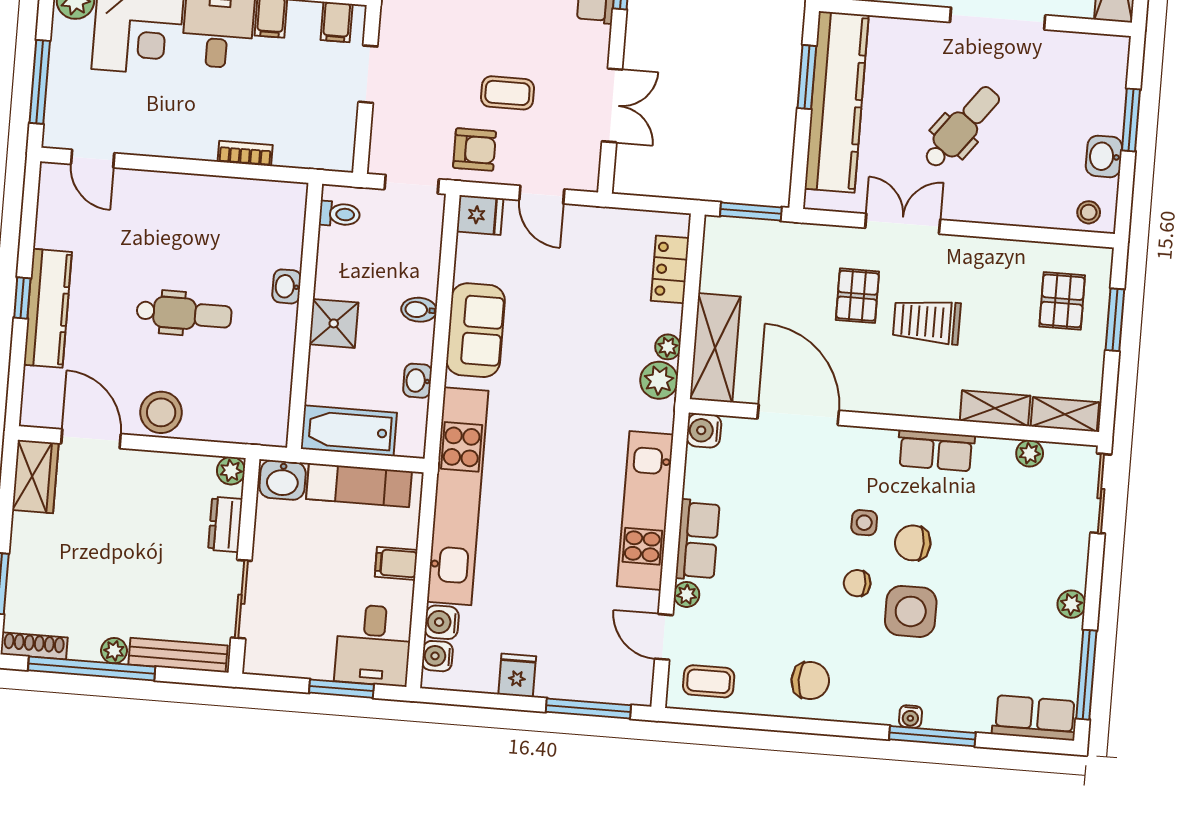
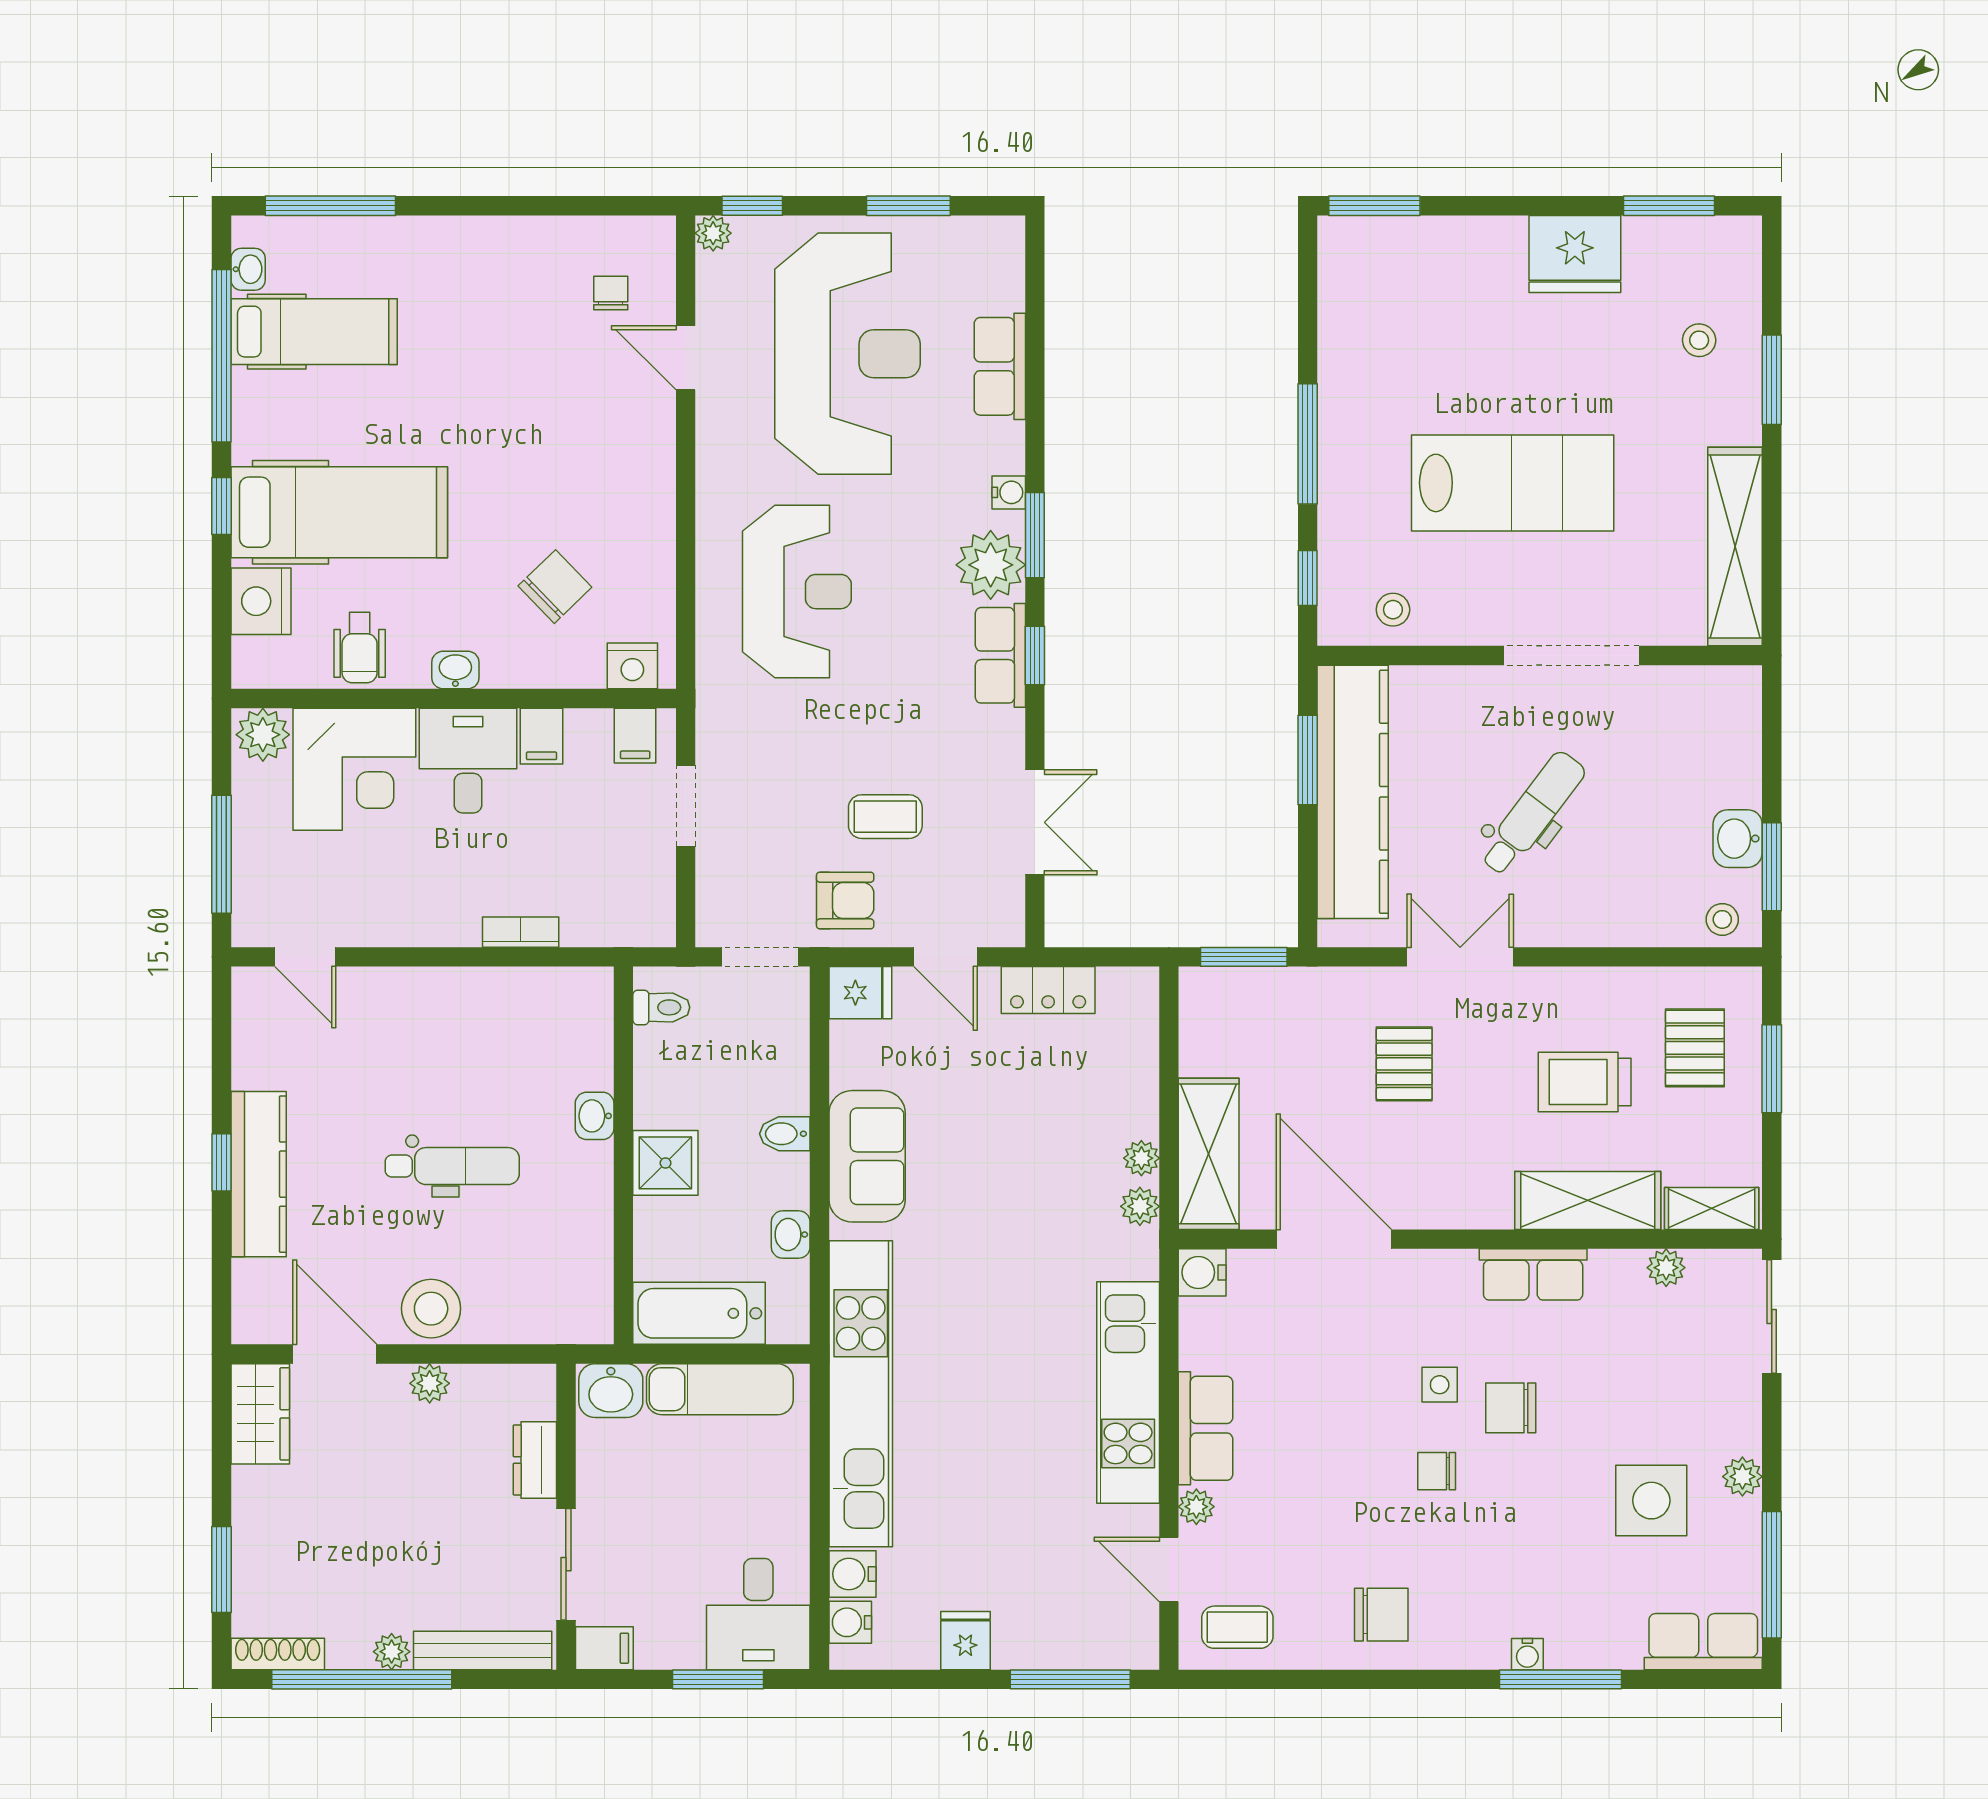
window: (1131, 120) -> (1772, 867), moved
locker: (670, 269) -> (1048, 990), moved, turned -90
trolley: (927, 321) -> (1585, 1082), moved
plant: (659, 380) -> (1140, 1206), width x0.73, depth x0.73
shelving: (995, 408) -> (1588, 1200), width x1.50, depth x1.33
plant: (231, 471) -> (430, 1383), moved
filing cabinet: (396, 563) -> (604, 1648), moved, turned 180
side table: (911, 611) -> (1651, 1501), moved

